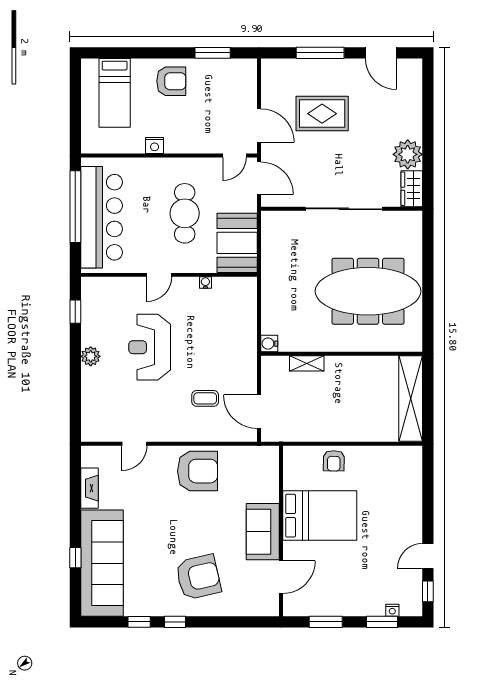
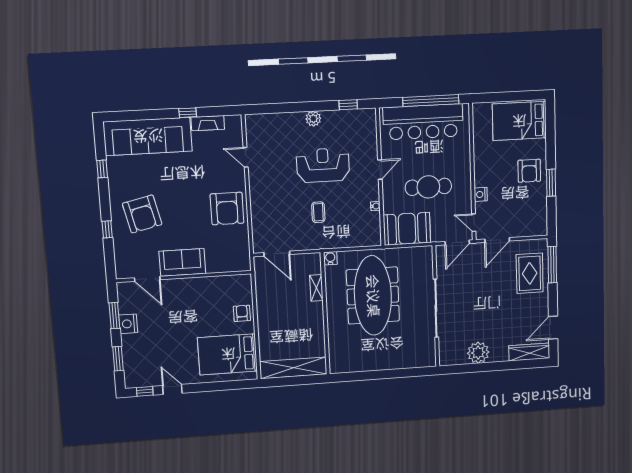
window: (213, 53) -> (551, 183), moved
window: (320, 53) -> (552, 265), moved
bed: (115, 93) -> (519, 121), width x1.50
rug: (322, 114) -> (530, 273), moved
nightstand: (155, 146) -> (481, 194), moved
wardrobe: (412, 189) -> (529, 352), moved, width x1.50
door: (159, 275) -> (380, 170), swing flipped
meeting table: (368, 291) -> (373, 296), moved
coffee table: (205, 398) -> (318, 212), moved
door: (259, 412) -> (277, 254), swing flipped
armchair: (334, 461) -> (242, 313), turned 89
bed: (320, 516) -> (228, 354), moved, turned 90
window: (75, 558) -> (188, 113), moved
nightstand: (392, 610) -> (128, 324), moved, width x1.89, depth x1.79
window: (175, 622) -> (107, 229), moved

